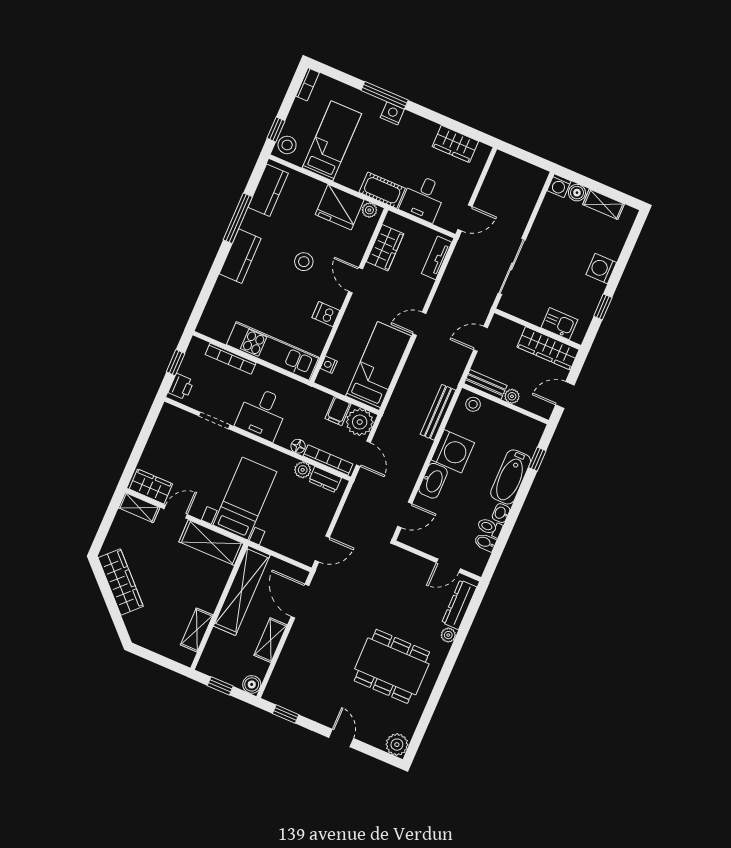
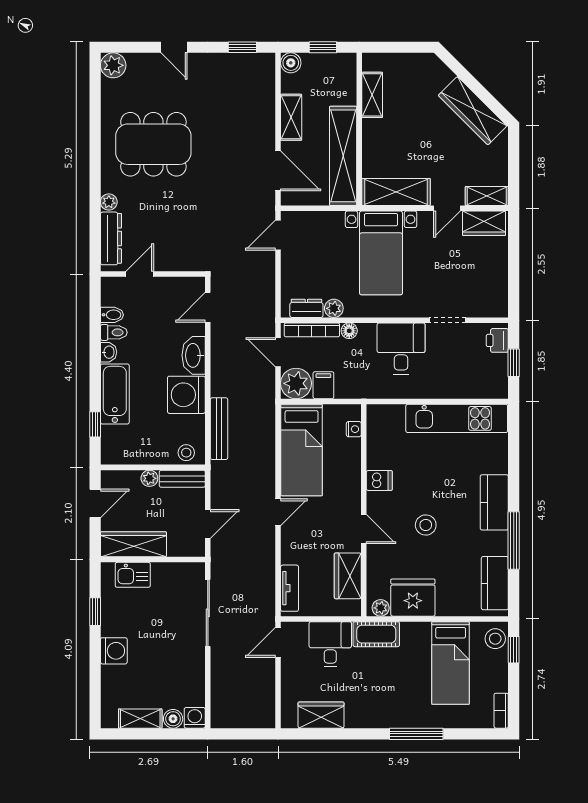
nightstand: (392, 113) -> (400, 718), removed
kitchen unit: (273, 351) -> (457, 418), moved
bookcase: (231, 359) -> (458, 392), removed

